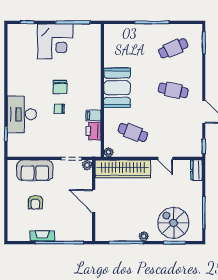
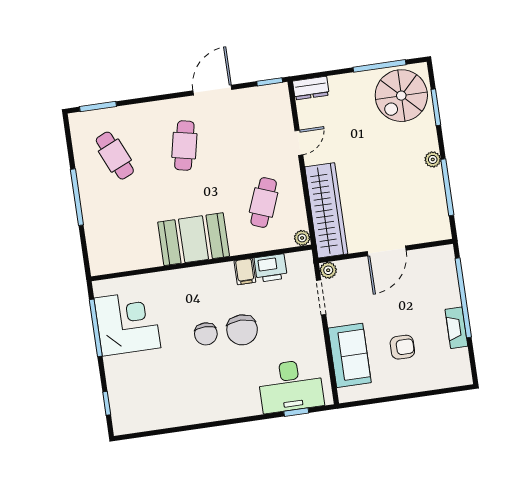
corner desk: (55, 41) -> (127, 323), moved
chair: (60, 87) -> (206, 334), turned 90
chair: (59, 109) -> (242, 330), width x1.87, depth x1.87
desk: (22, 114) -> (291, 386), moved
spiral stairs: (173, 223) -> (401, 96), moved

